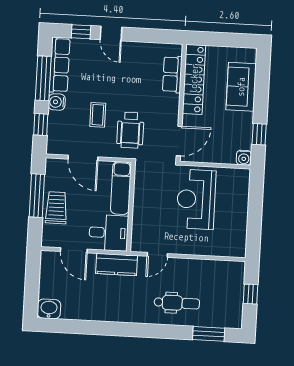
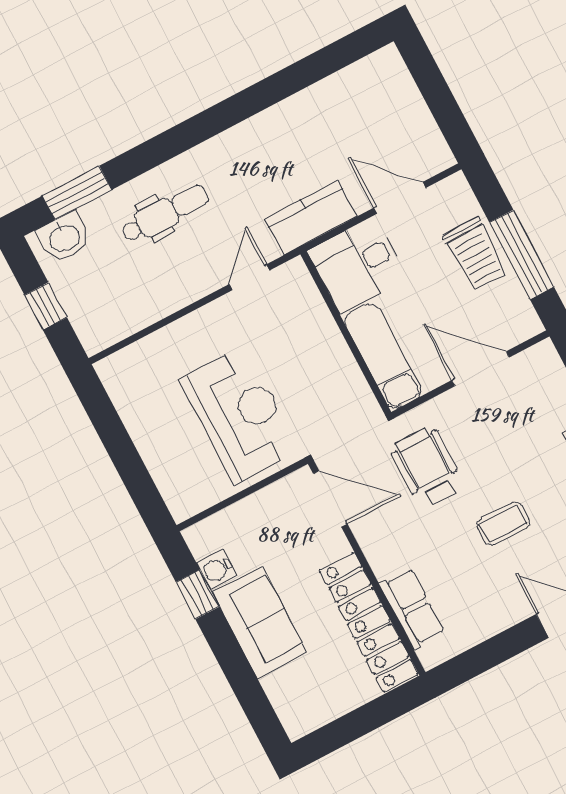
sofa: (241, 87) -> (259, 622), moved
coffee table: (98, 115) -> (503, 524), moved, turned 90
door: (179, 141) -> (330, 499), swing flipped
water cooler: (244, 158) -> (217, 569), moved, turned -90
dental chair: (177, 303) -> (165, 214), turned 180
washbasin: (49, 309) -> (64, 237), moved

